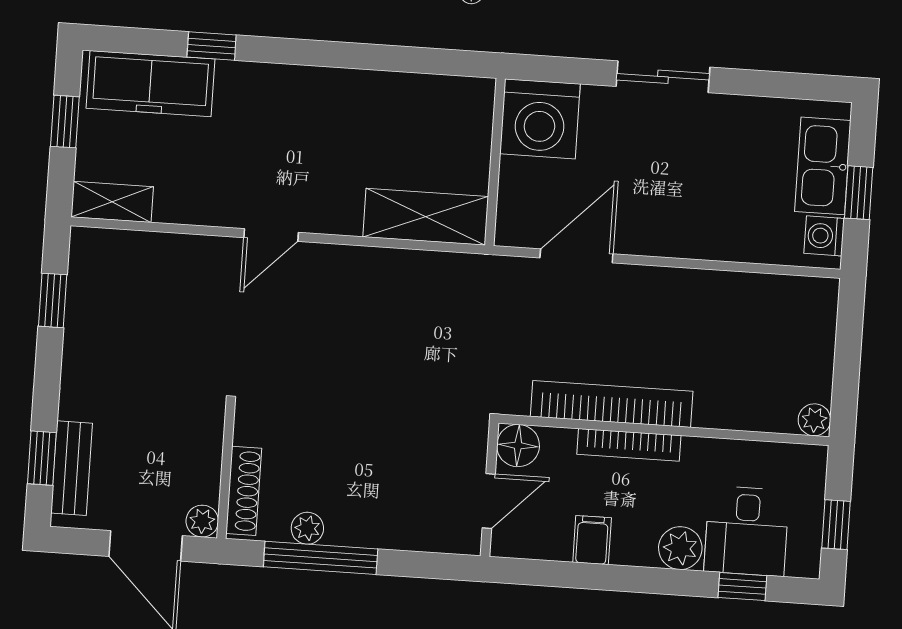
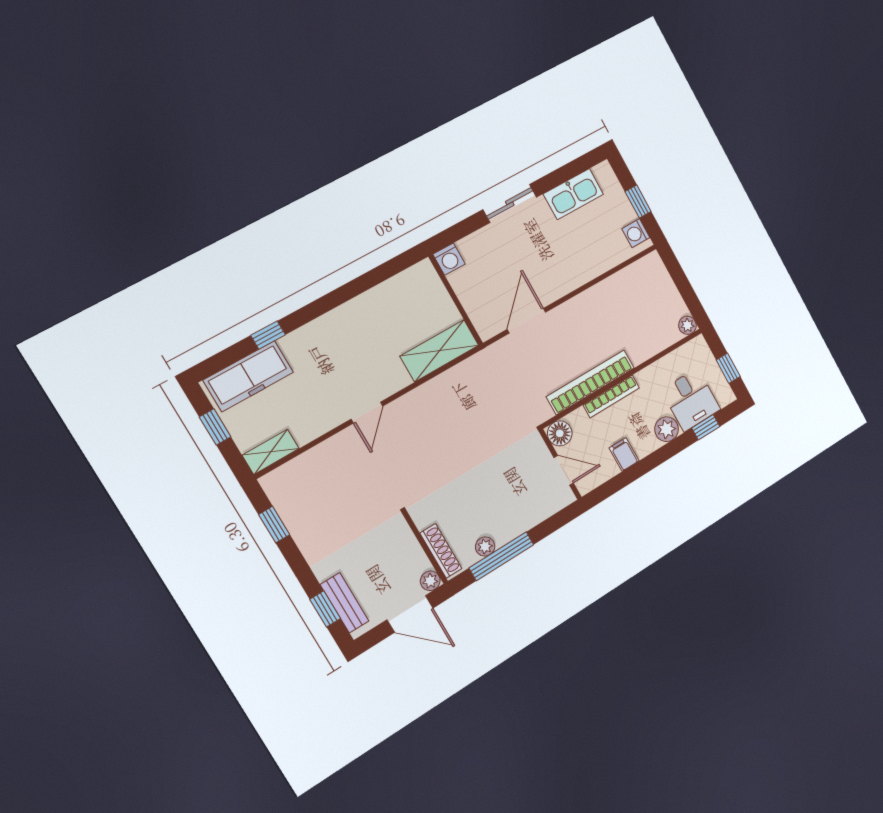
washing machine: (540, 119) -> (449, 259), width x0.53, depth x0.53
kitchen sink: (823, 166) -> (573, 194), moved, turned -90
door: (489, 501) -> (564, 470), hinge flipped

